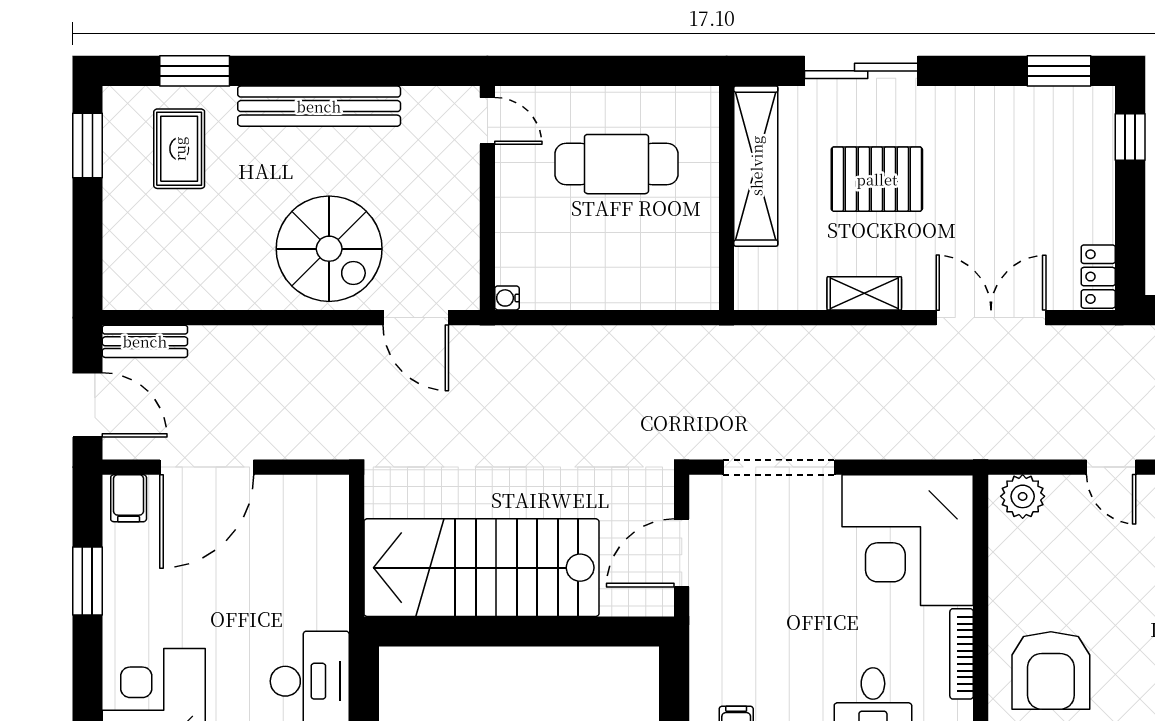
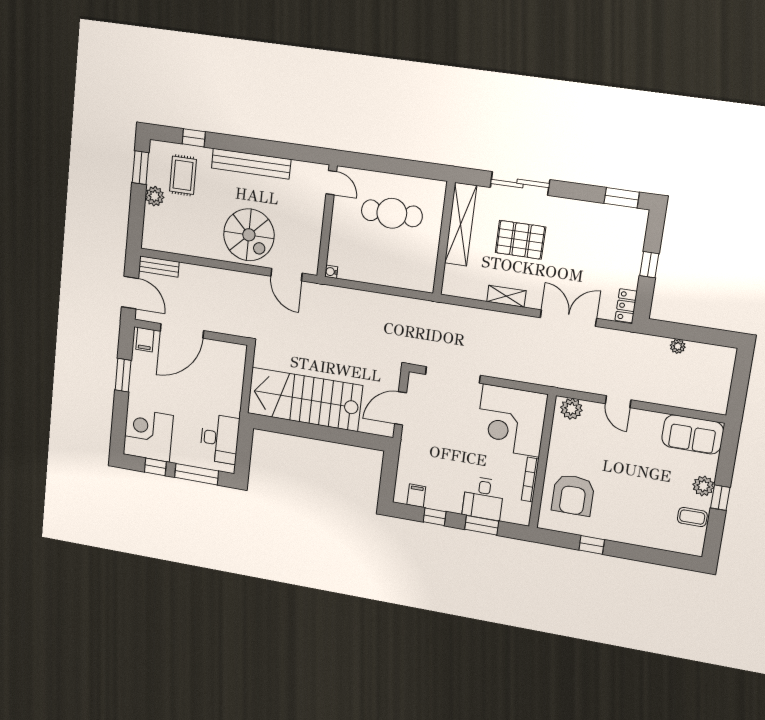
window: (195, 71) -> (194, 138), width x0.67
window: (1130, 137) -> (649, 265), moved
plant: (123, 199) -> (155, 196), added

